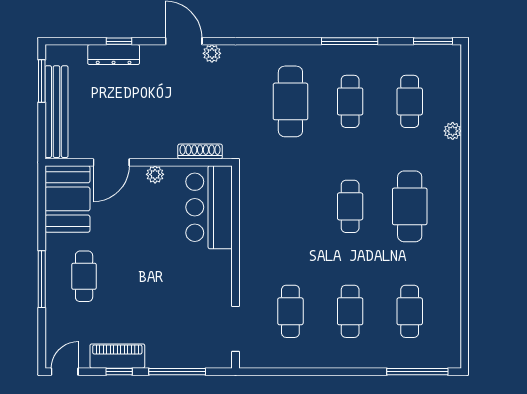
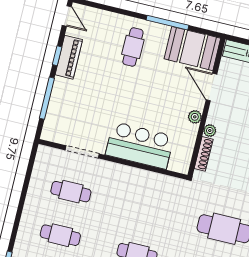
plant: (168, 151) -> (210, 131), added
bar counter: (209, 207) -> (140, 145), moved
cafe table: (84, 276) -> (133, 47), turned 90
window: (42, 279) -> (167, 23), moved
doorway: (236, 329) -> (82, 152), moved

